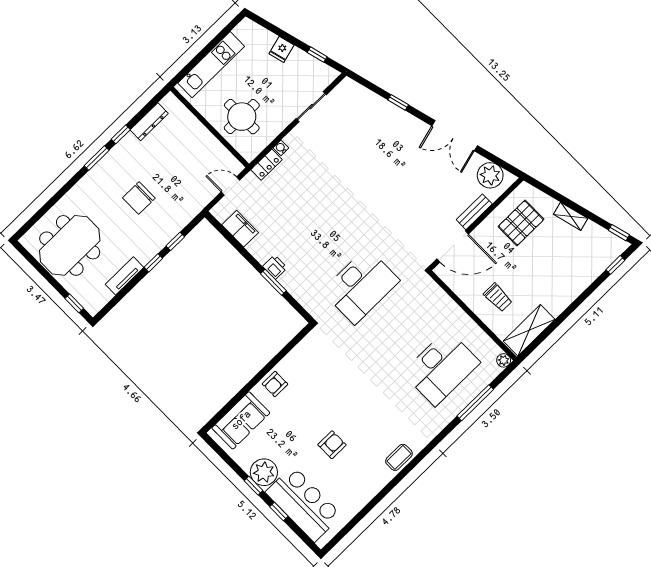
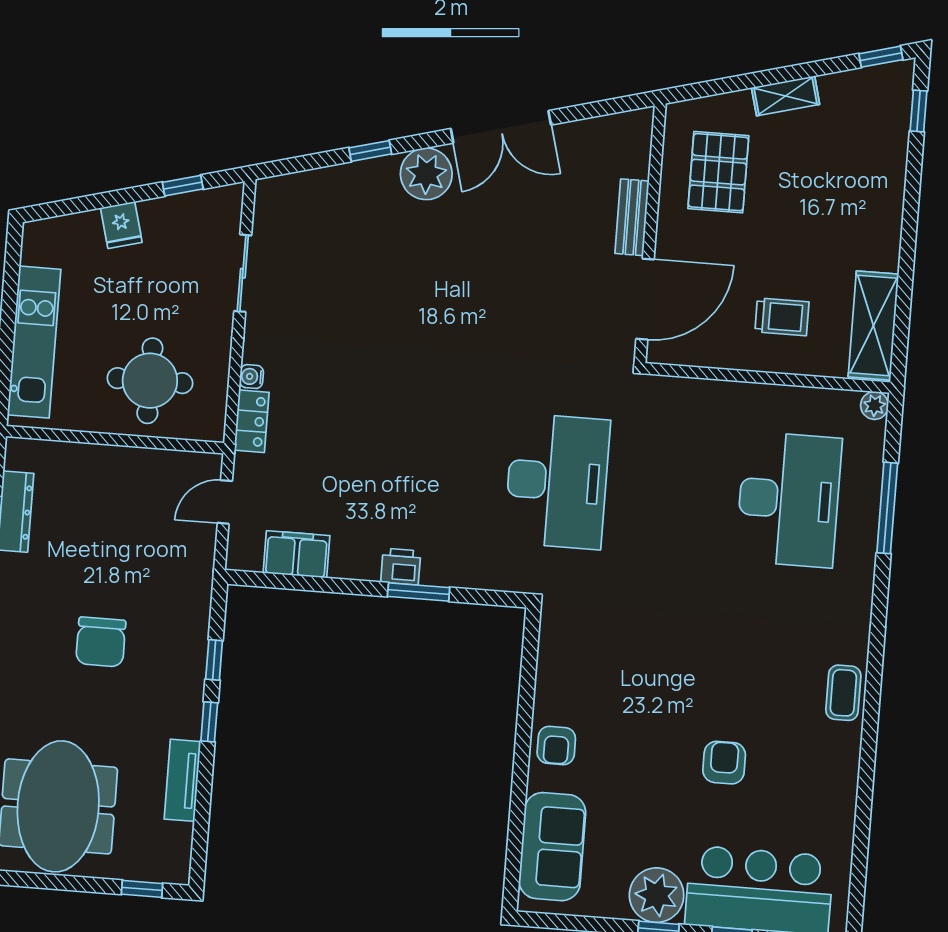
plant: (490, 175) -> (426, 174), moved

